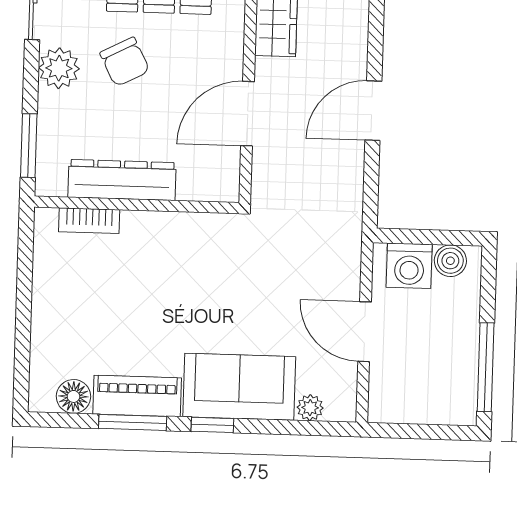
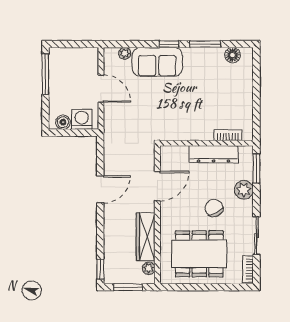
plant: (59, 68) -> (244, 190), moved
piano: (137, 396) -> (204, 56), removed

